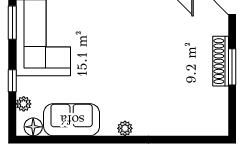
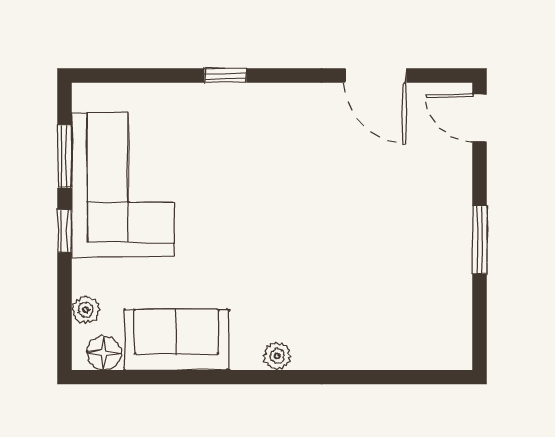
shoe rack: (221, 61) -> (458, 229), removed
window: (12, 81) -> (64, 231), moved

